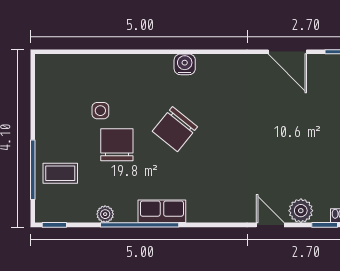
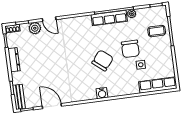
row of seats: (72, 66) -> (158, 85), added
row of seats: (162, 211) -> (109, 18), width x1.48

